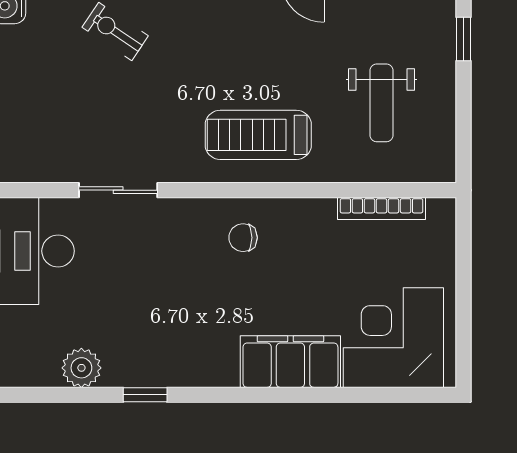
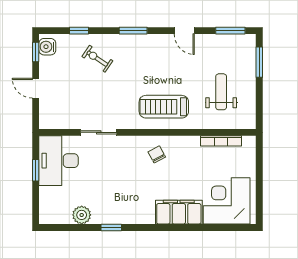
window: (463, 39) -> (259, 62), width x1.50
weight bench: (382, 103) -> (221, 92), turned 180
chair: (243, 238) -> (157, 154), turned 62

